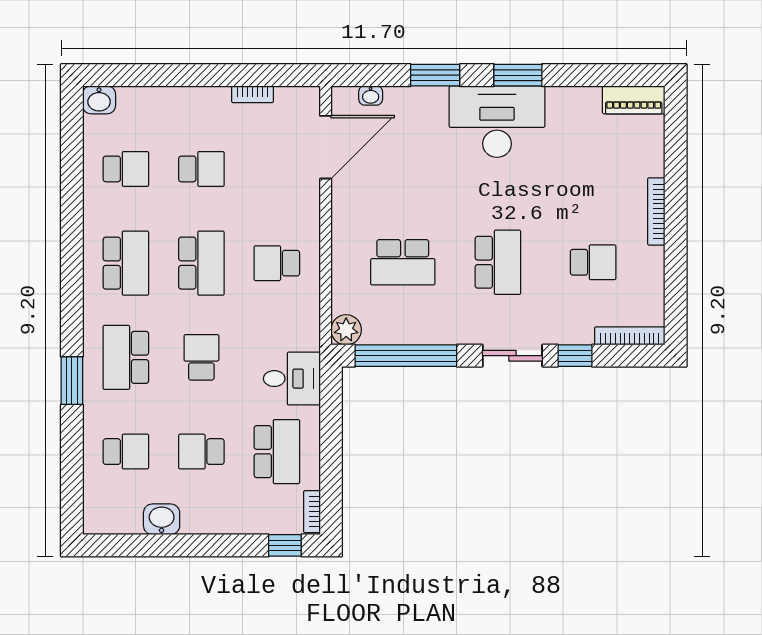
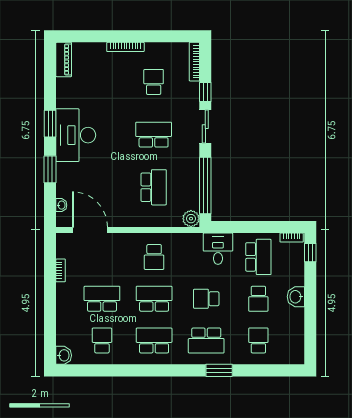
school desk: (201, 169) -> (102, 299), width x1.85
school desk: (277, 452) -> (258, 257), turned 90
washbasin: (162, 519) -> (296, 297), moved

